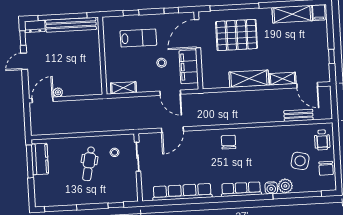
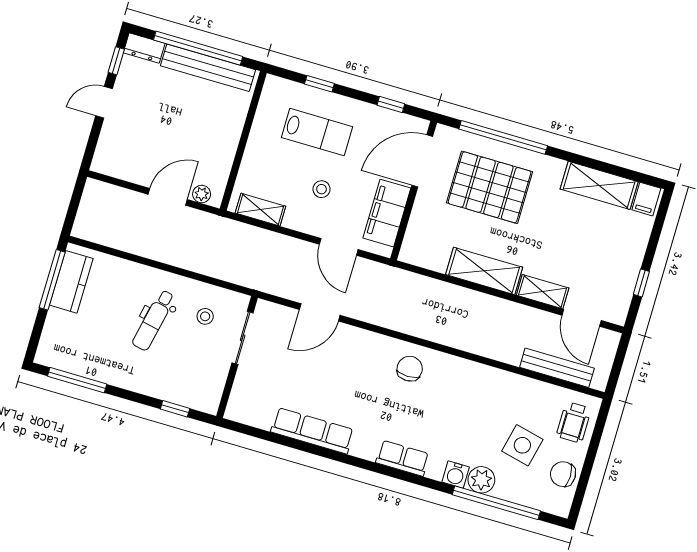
stool: (162, 63) -> (321, 189), moved
plant: (58, 92) -> (202, 194), moved
door: (43, 100) -> (168, 197), moved
bench: (298, 115) -> (557, 368), width x1.36
chair: (326, 168) -> (563, 474), turned 90
row of seats: (241, 189) -> (403, 458), width x0.68
row of seats: (182, 192) -> (312, 431), width x0.73

